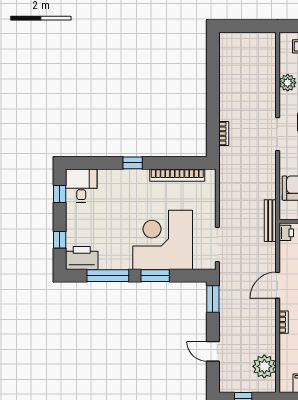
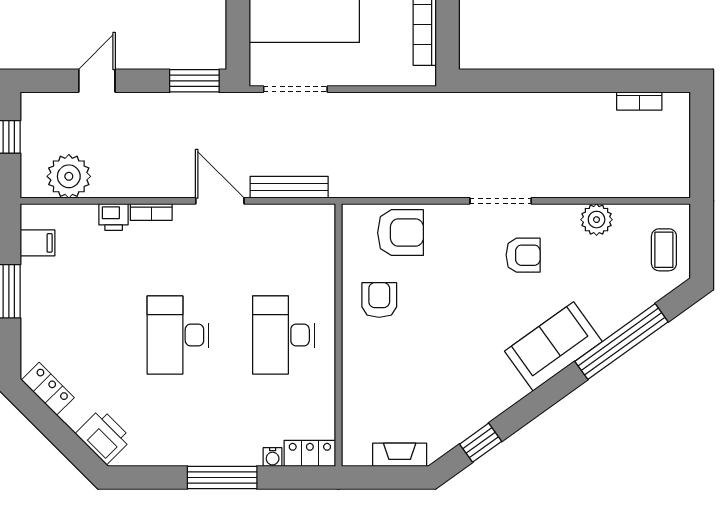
bookcase: (224, 133) -> (639, 101), moved
bench: (270, 221) -> (289, 187), moved
printer: (286, 233) -> (114, 217), moved

